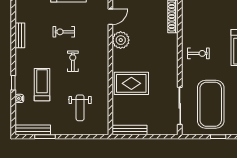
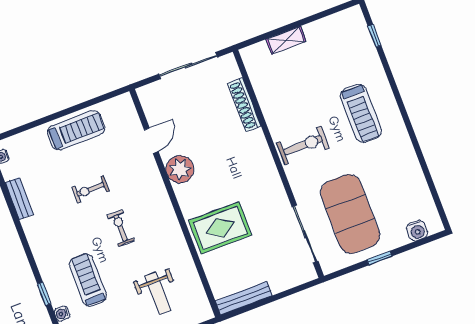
bench: (20, 35) -> (19, 198), moved
exercise bike: (198, 53) -> (303, 145), width x1.38, depth x1.39

